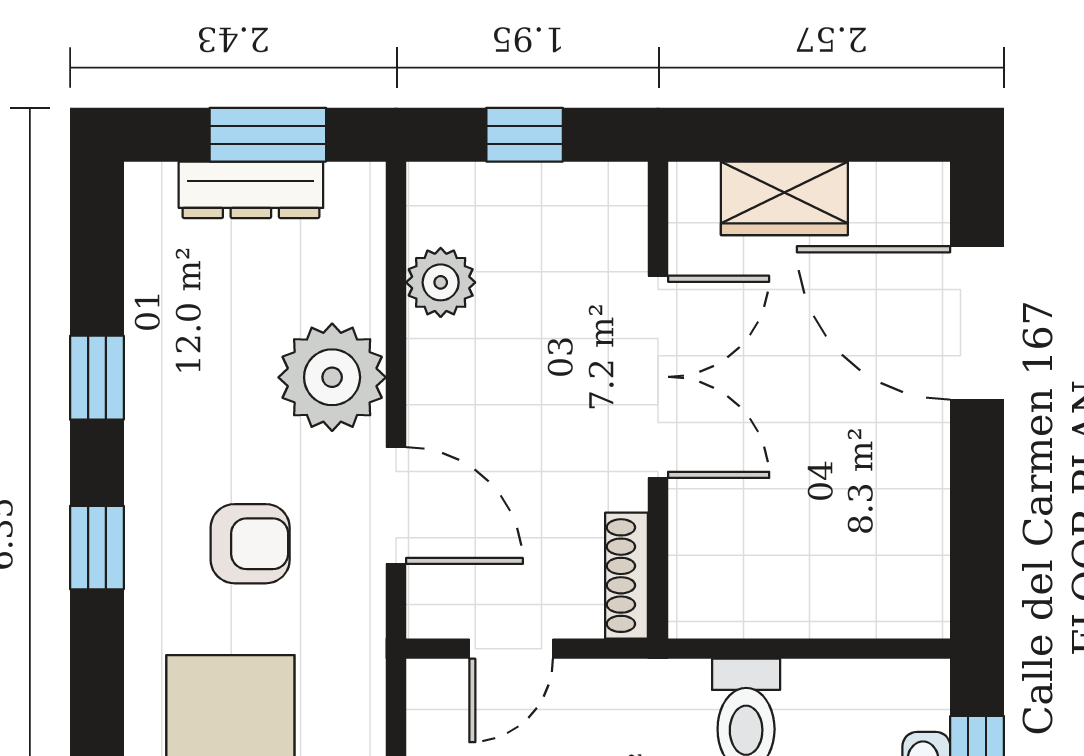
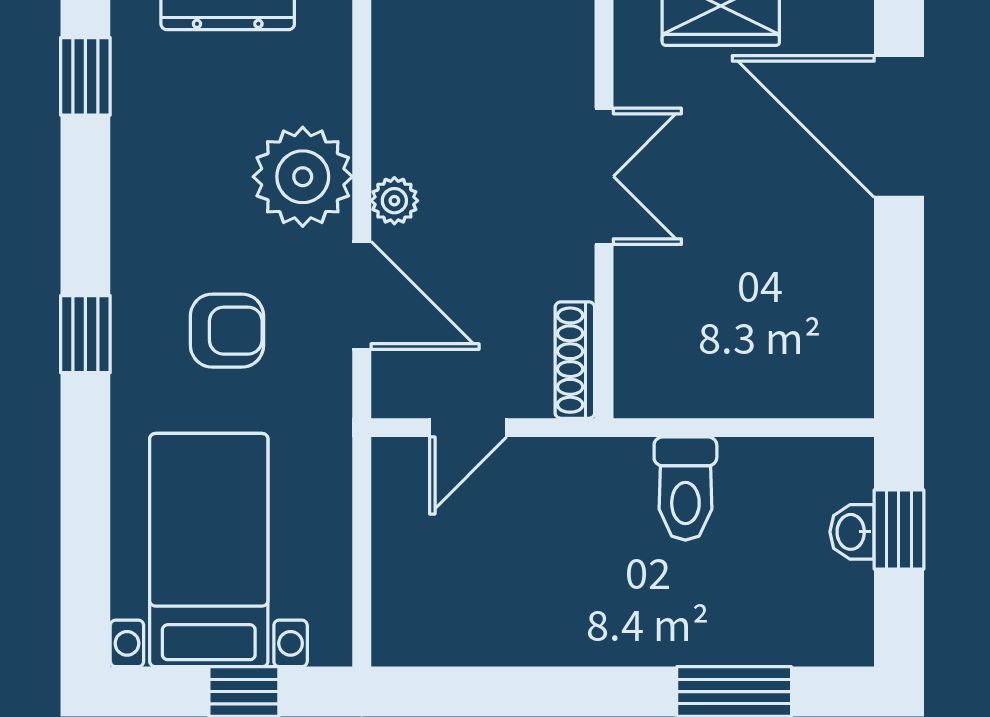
plant: (441, 282) -> (394, 201), moved, width x0.73, depth x0.73
double door: (658, 377) -> (604, 176), width x0.73
window: (97, 378) -> (85, 76), moved

